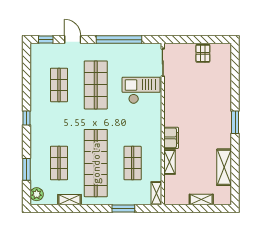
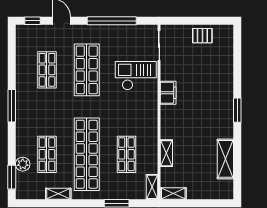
pallet: (203, 53) -> (202, 36), turned 90
window: (26, 118) -> (12, 106), width x2.17
filing cabinet: (171, 138) -> (168, 93), moved
window: (26, 169) -> (12, 177), moved
plant: (37, 194) -> (23, 164), moved
shelving: (201, 199) -> (173, 194), moved

